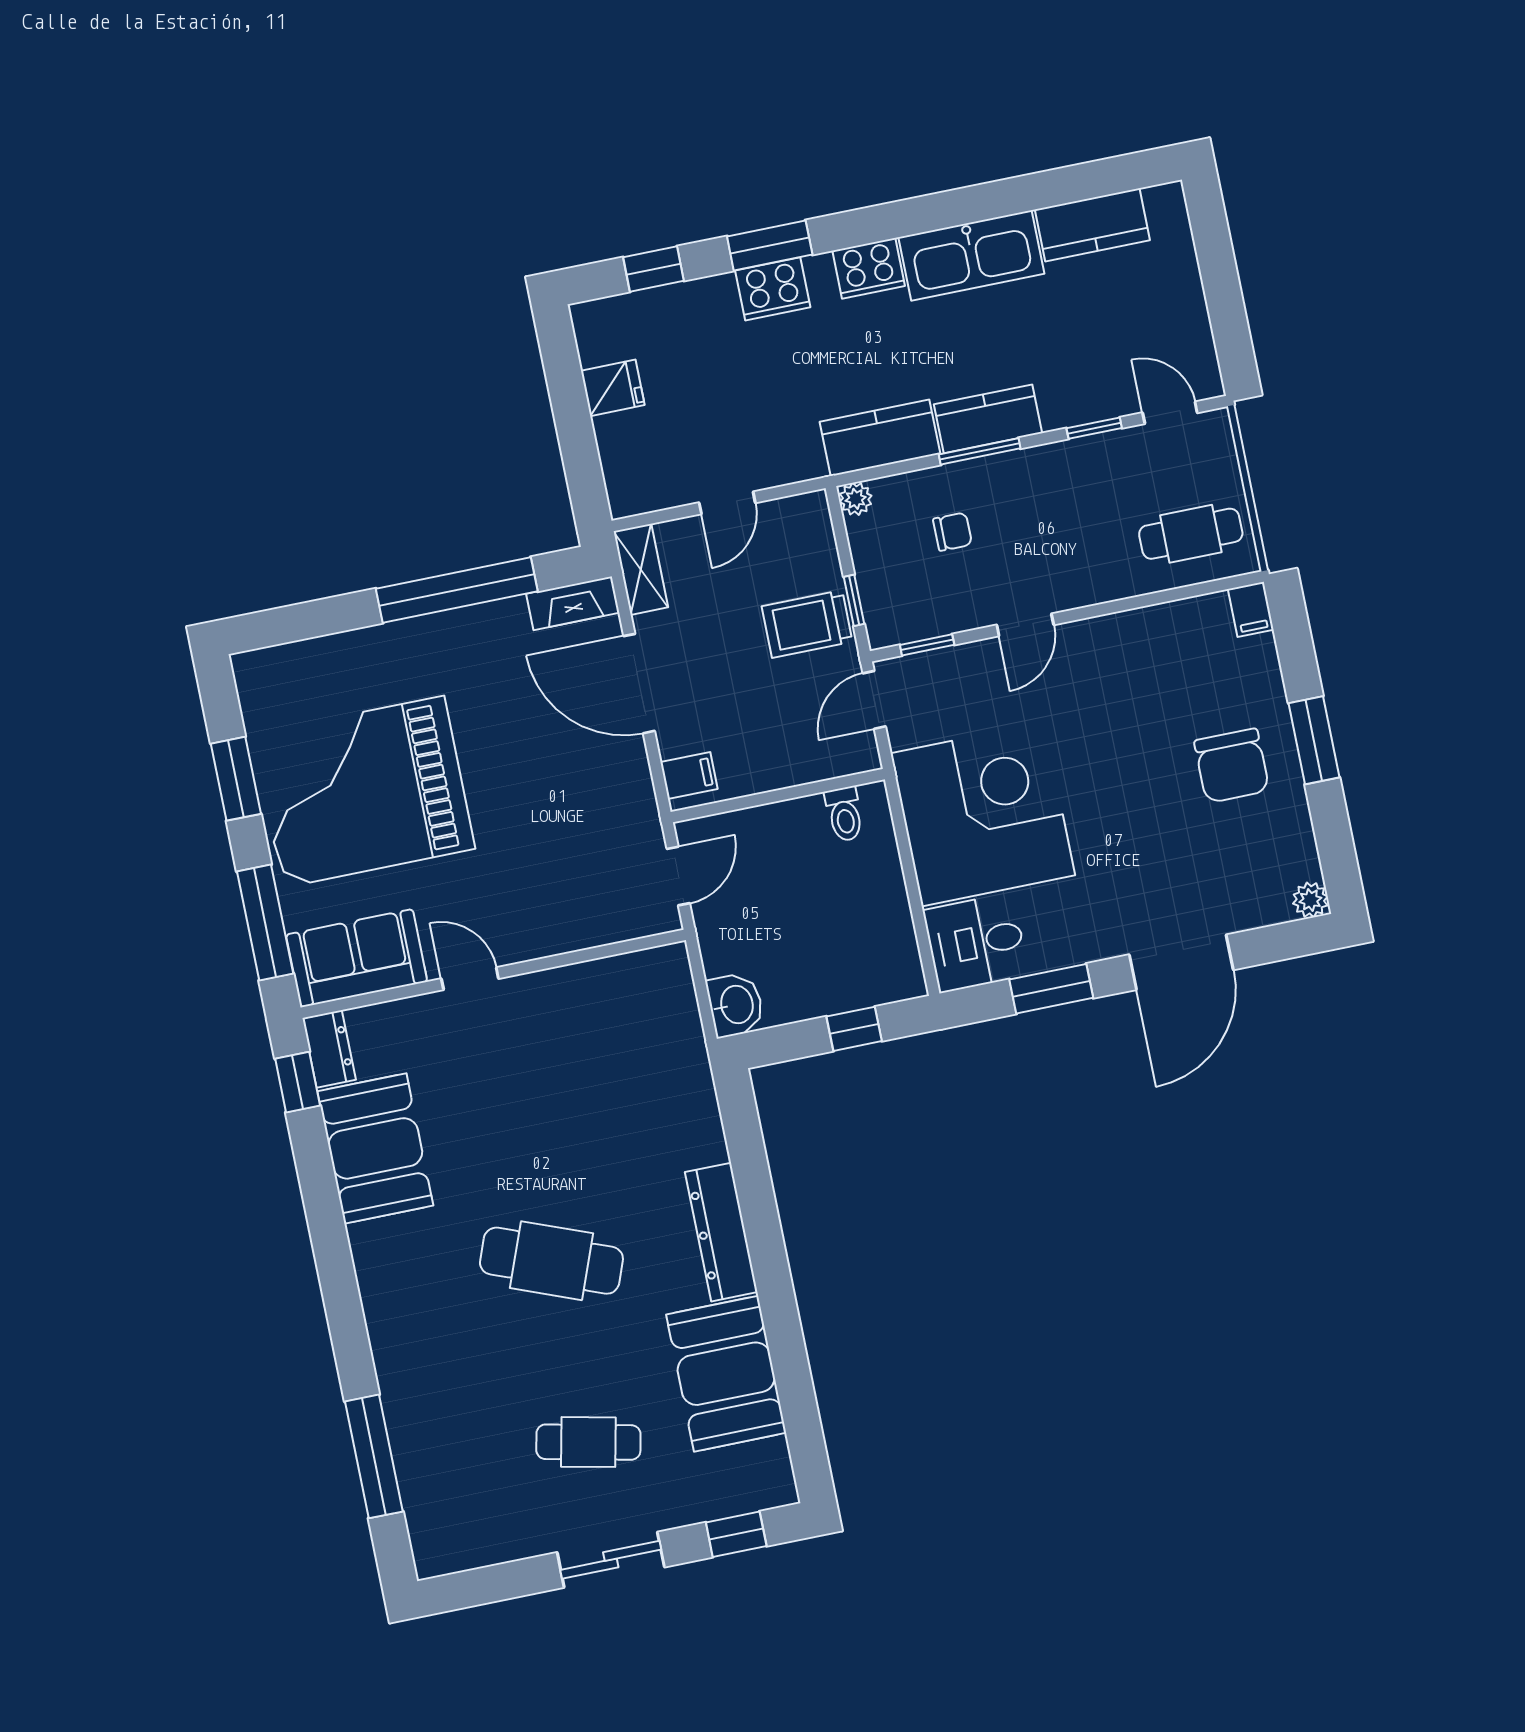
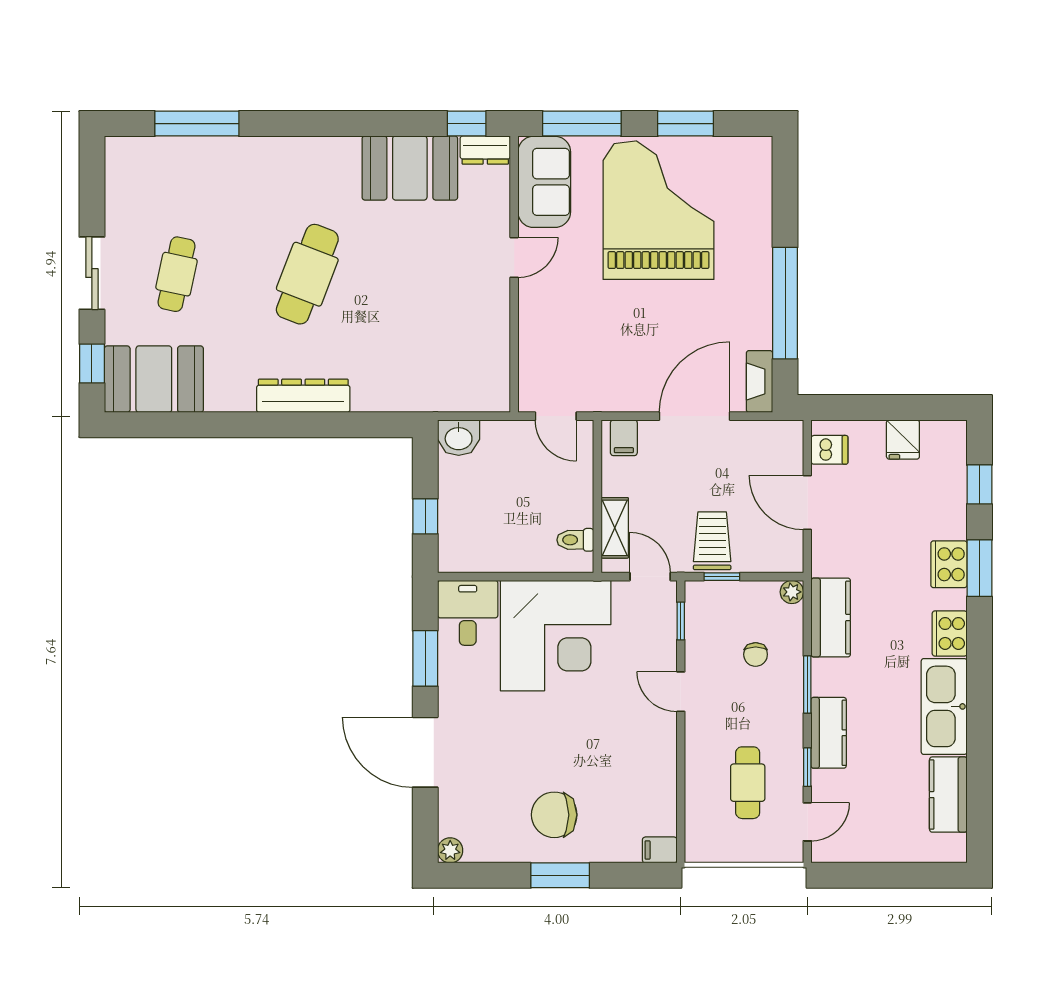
kitchen counter: (988, 419) -> (829, 733), moved
dishwasher: (648, 487) -> (829, 450), added
door: (727, 503) -> (807, 503), width x1.38
cafe table: (1191, 534) -> (748, 783), moved
shelving: (641, 569) -> (615, 528), moved, turned 90
booth: (726, 1374) -> (154, 379), moved

